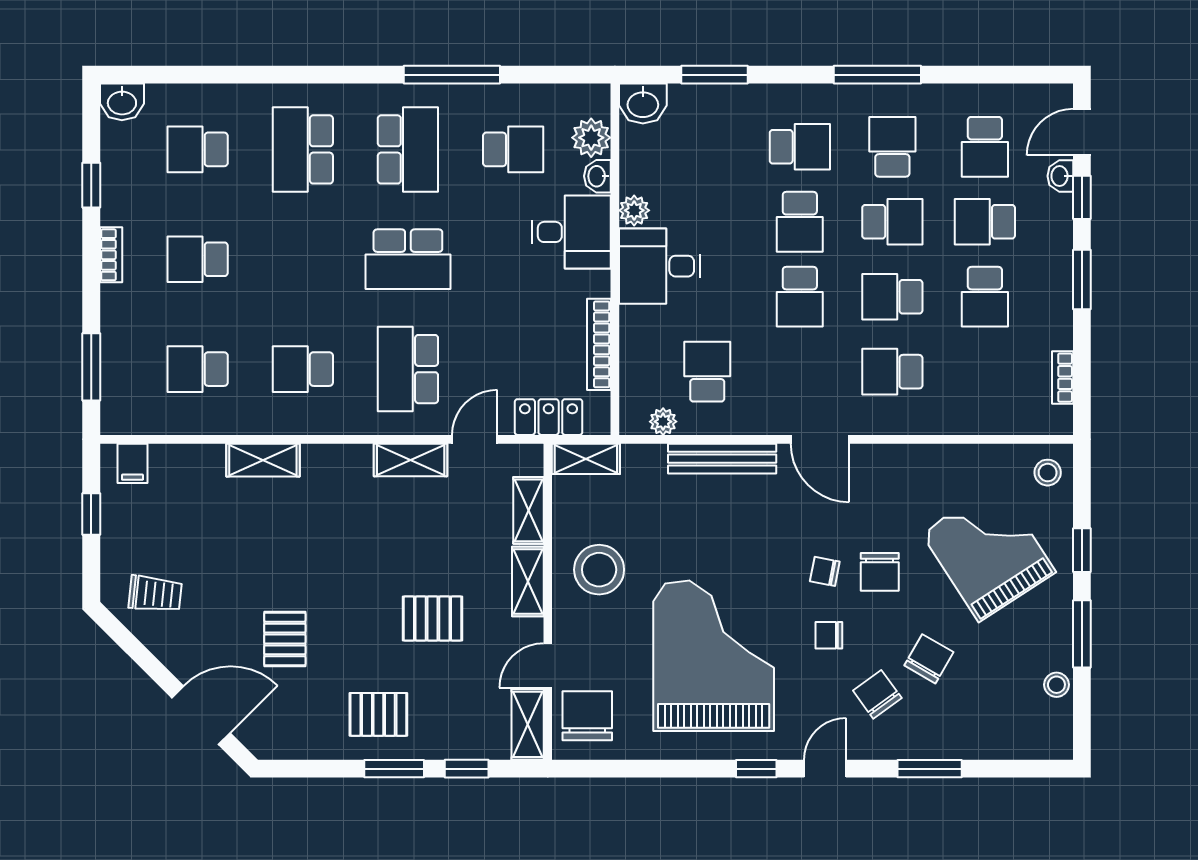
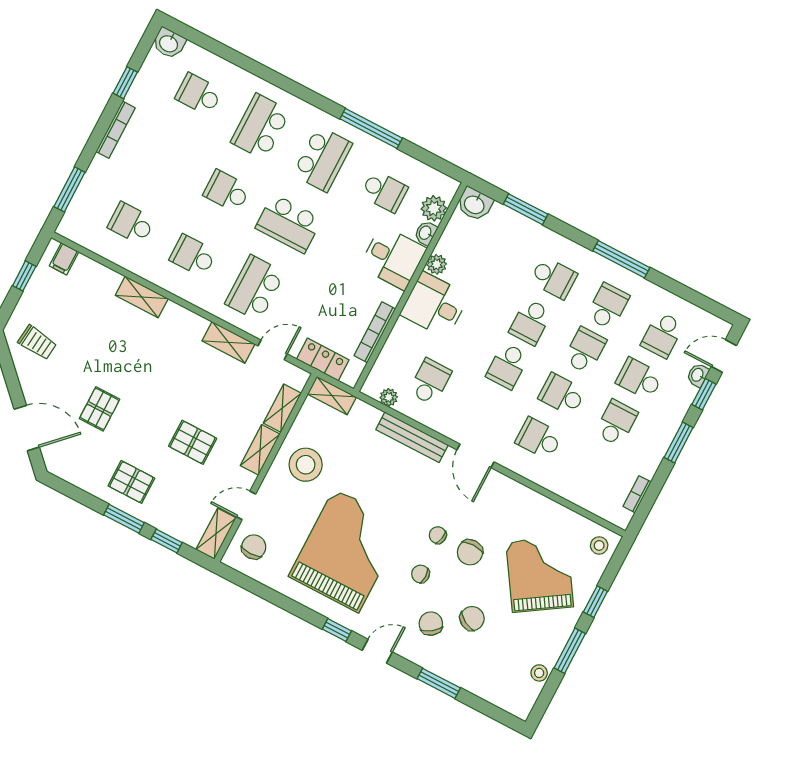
school desk: (892, 222) -> (585, 350), turned -90
bookcase: (111, 255) -> (116, 130), width x1.56
school desk: (198, 259) -> (227, 191), moved
school desk: (985, 297) -> (616, 423), turned 180
chair: (587, 716) -> (254, 547), width x0.73, depth x0.73

